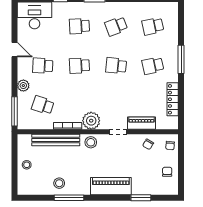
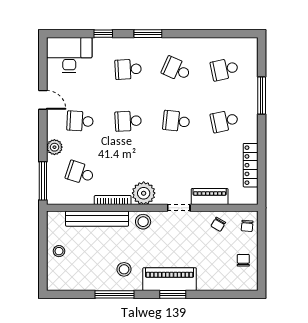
school desk: (116, 26) -> (176, 69), turned 45
window: (181, 59) -> (262, 96), moved
stool: (59, 183) -> (124, 269), moved
window: (141, 198) -> (173, 294), moved

